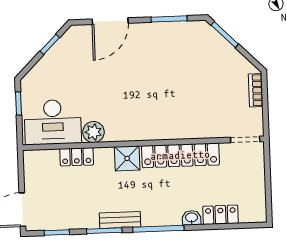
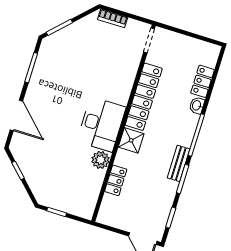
desk: (53, 122) -> (101, 124), moved

